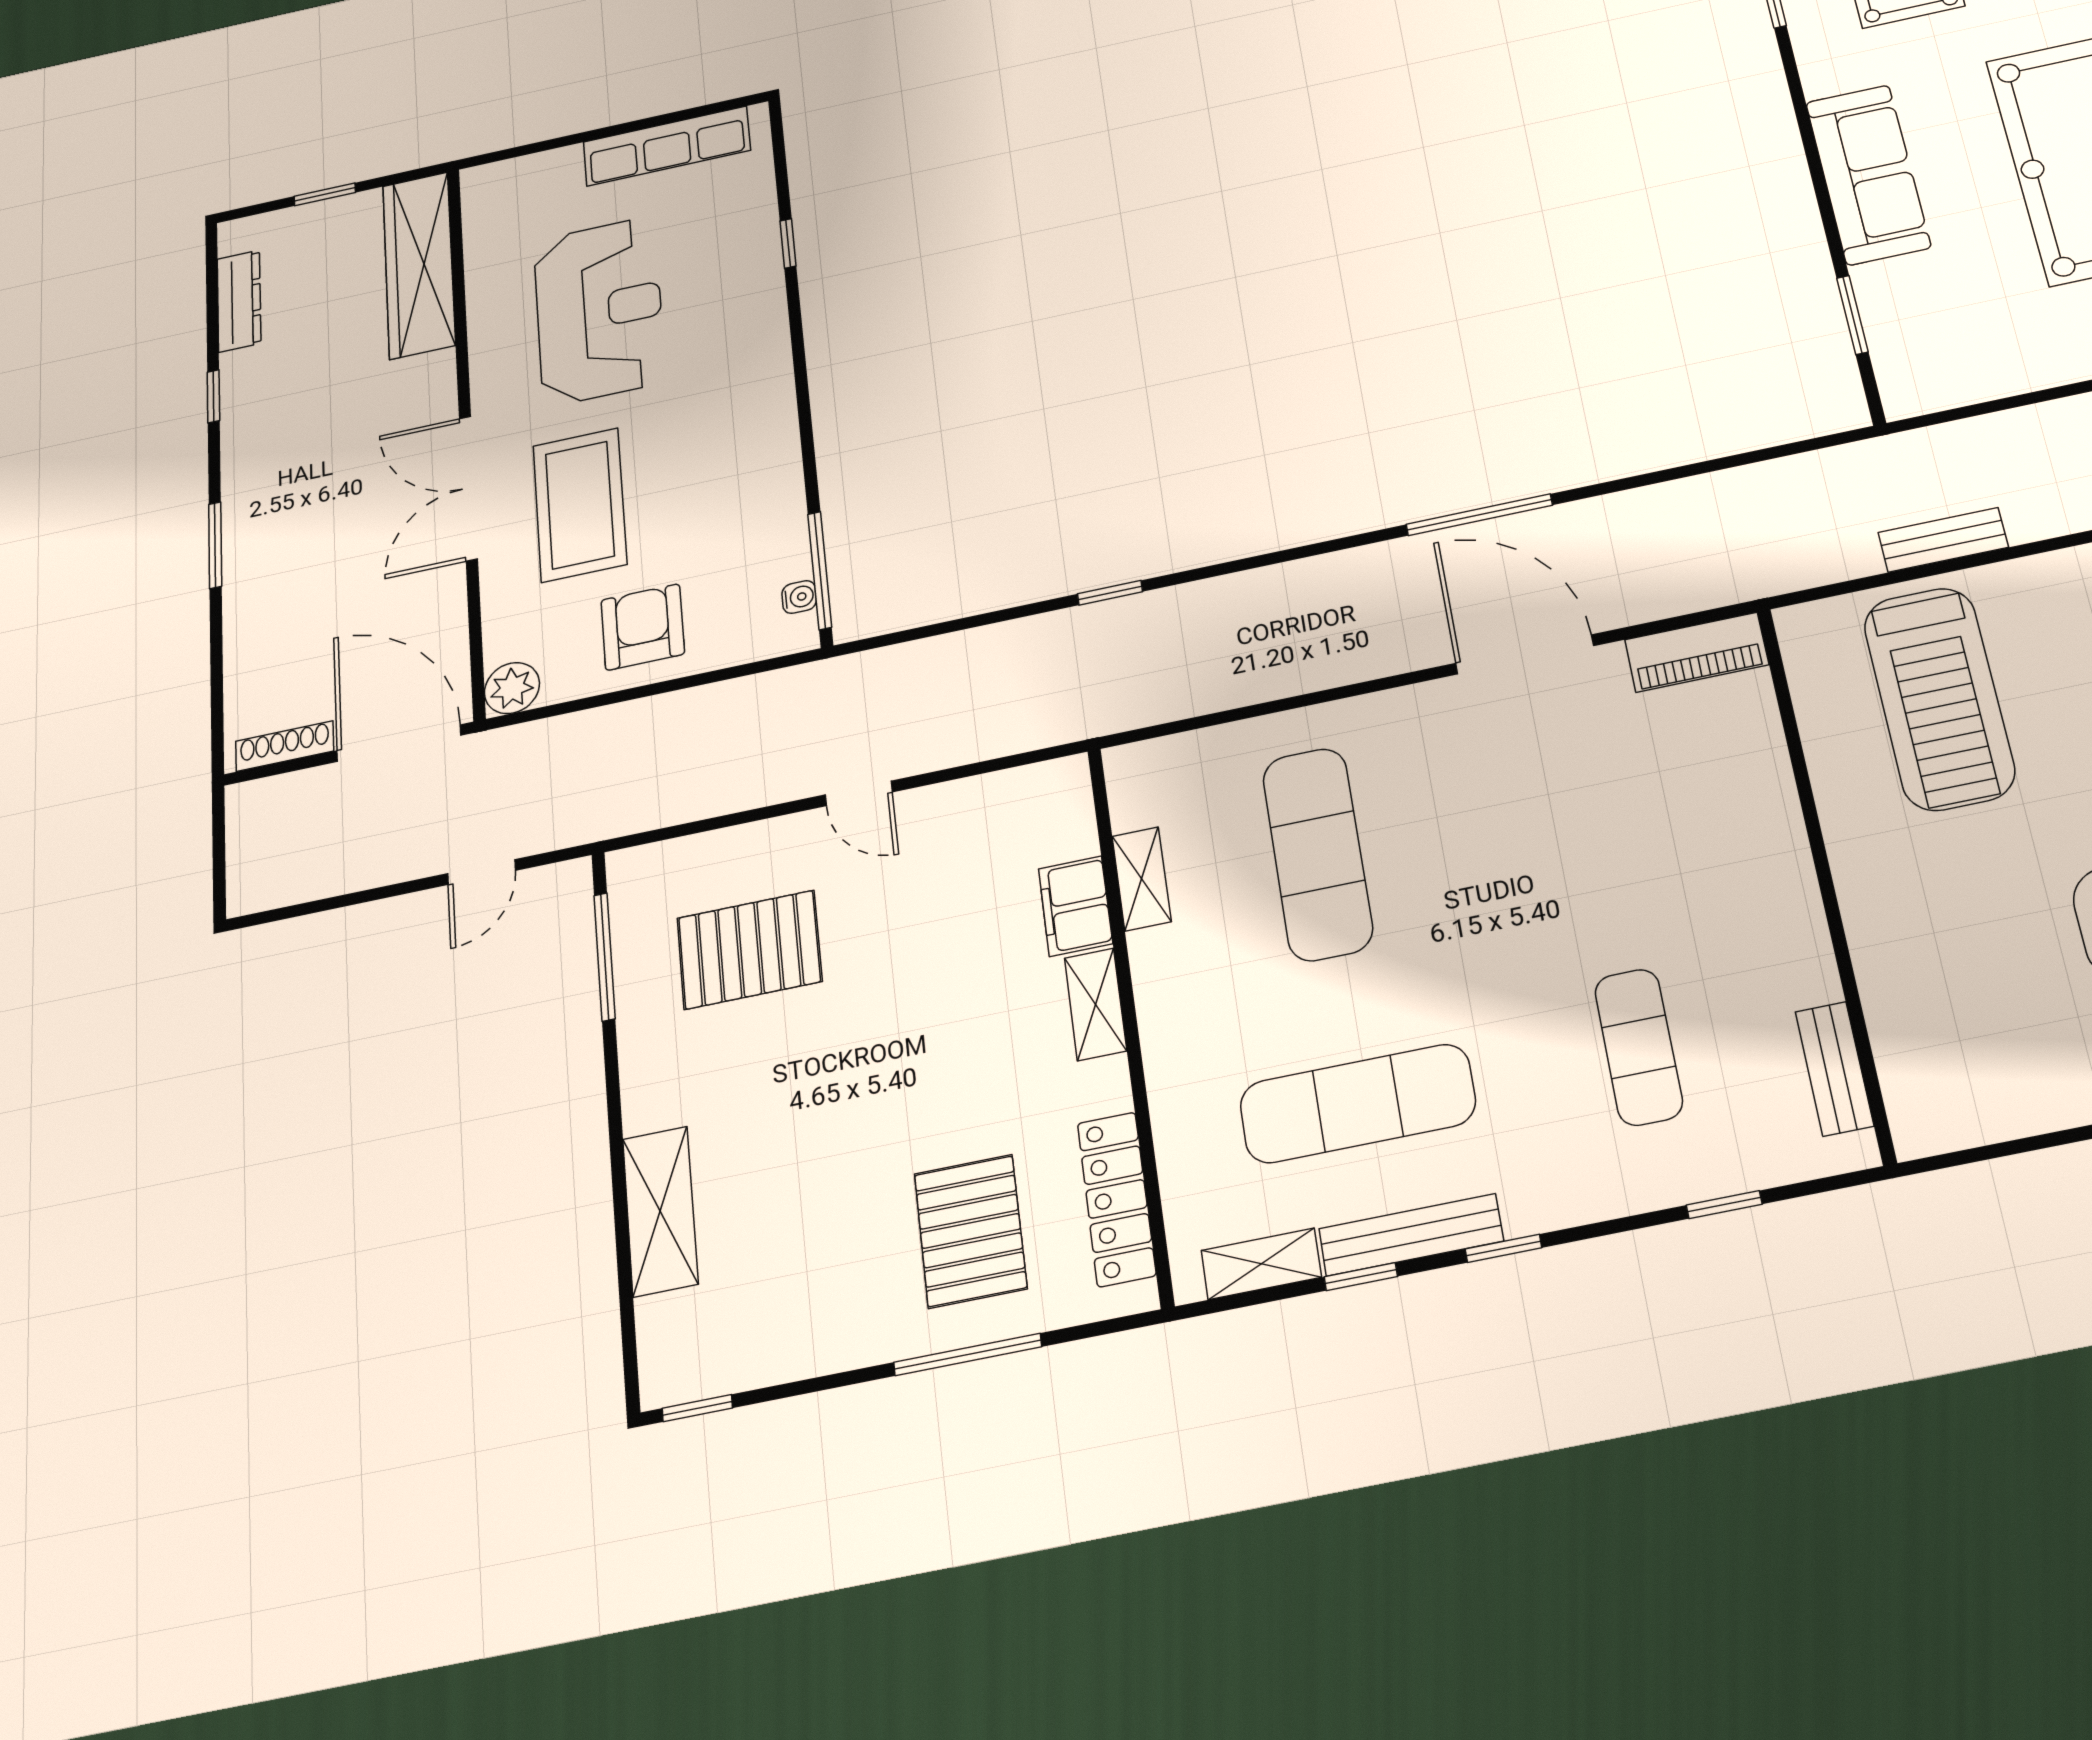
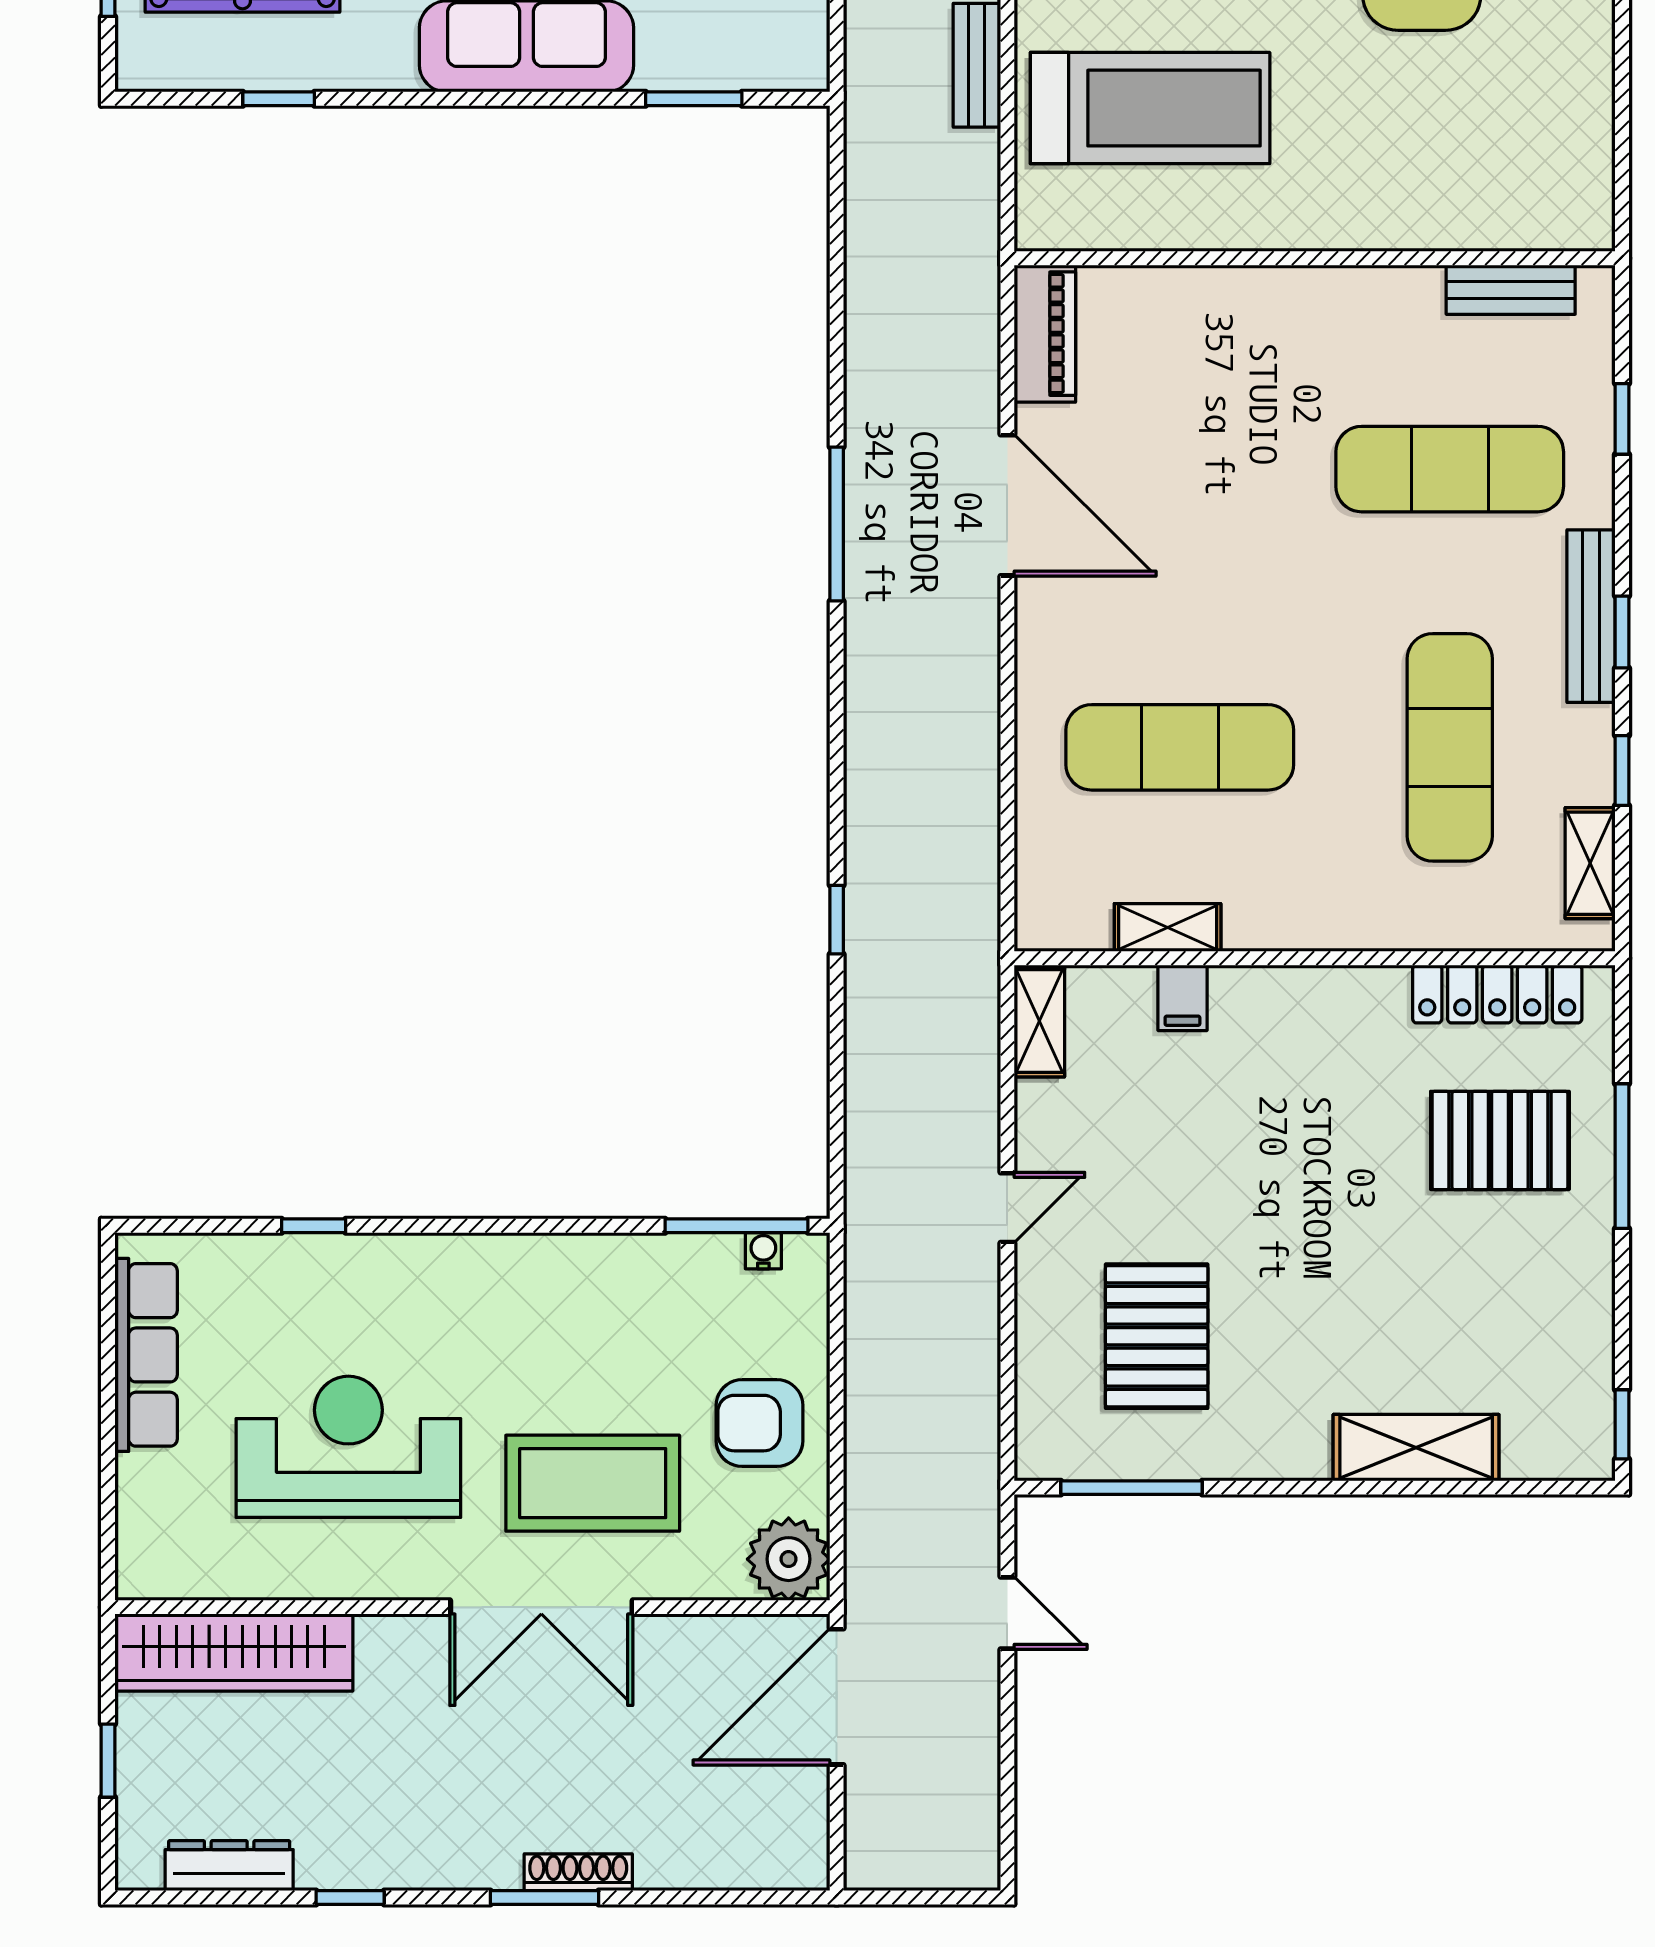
door: (1525, 654) -> (1007, 505), swing flipped
plant: (512, 688) -> (789, 1559), width x1.36, depth x1.36
shoe rack: (285, 746) -> (578, 1872), moved, turned 90
filing cabinet: (1075, 906) -> (1182, 998), width x0.50
shelving: (1096, 1004) -> (1039, 1021), moved, turned 90
exercise mat: (1639, 1047) -> (1450, 469), width x1.36, depth x1.45
bench: (1411, 1235) -> (1591, 616), moved

